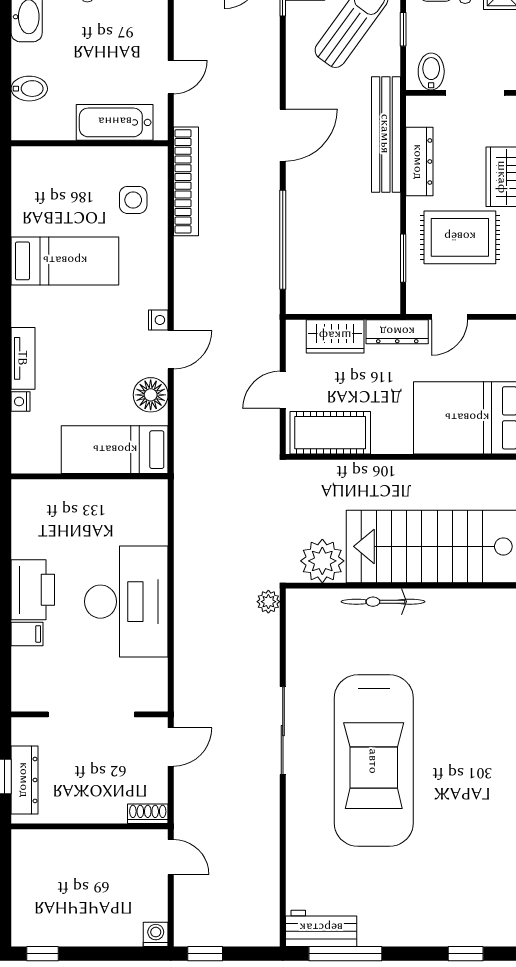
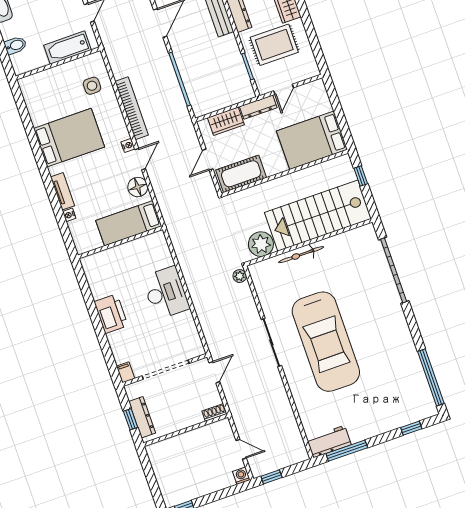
bookcase: (186, 181) -> (132, 108), moved
bed: (65, 261) -> (69, 138), width x1.50
desk: (126, 602) -> (166, 293), width x0.73, depth x0.77
filing cabinet: (27, 634) -> (126, 372), moved, turned -90
door: (171, 857) -> (241, 449), moved

